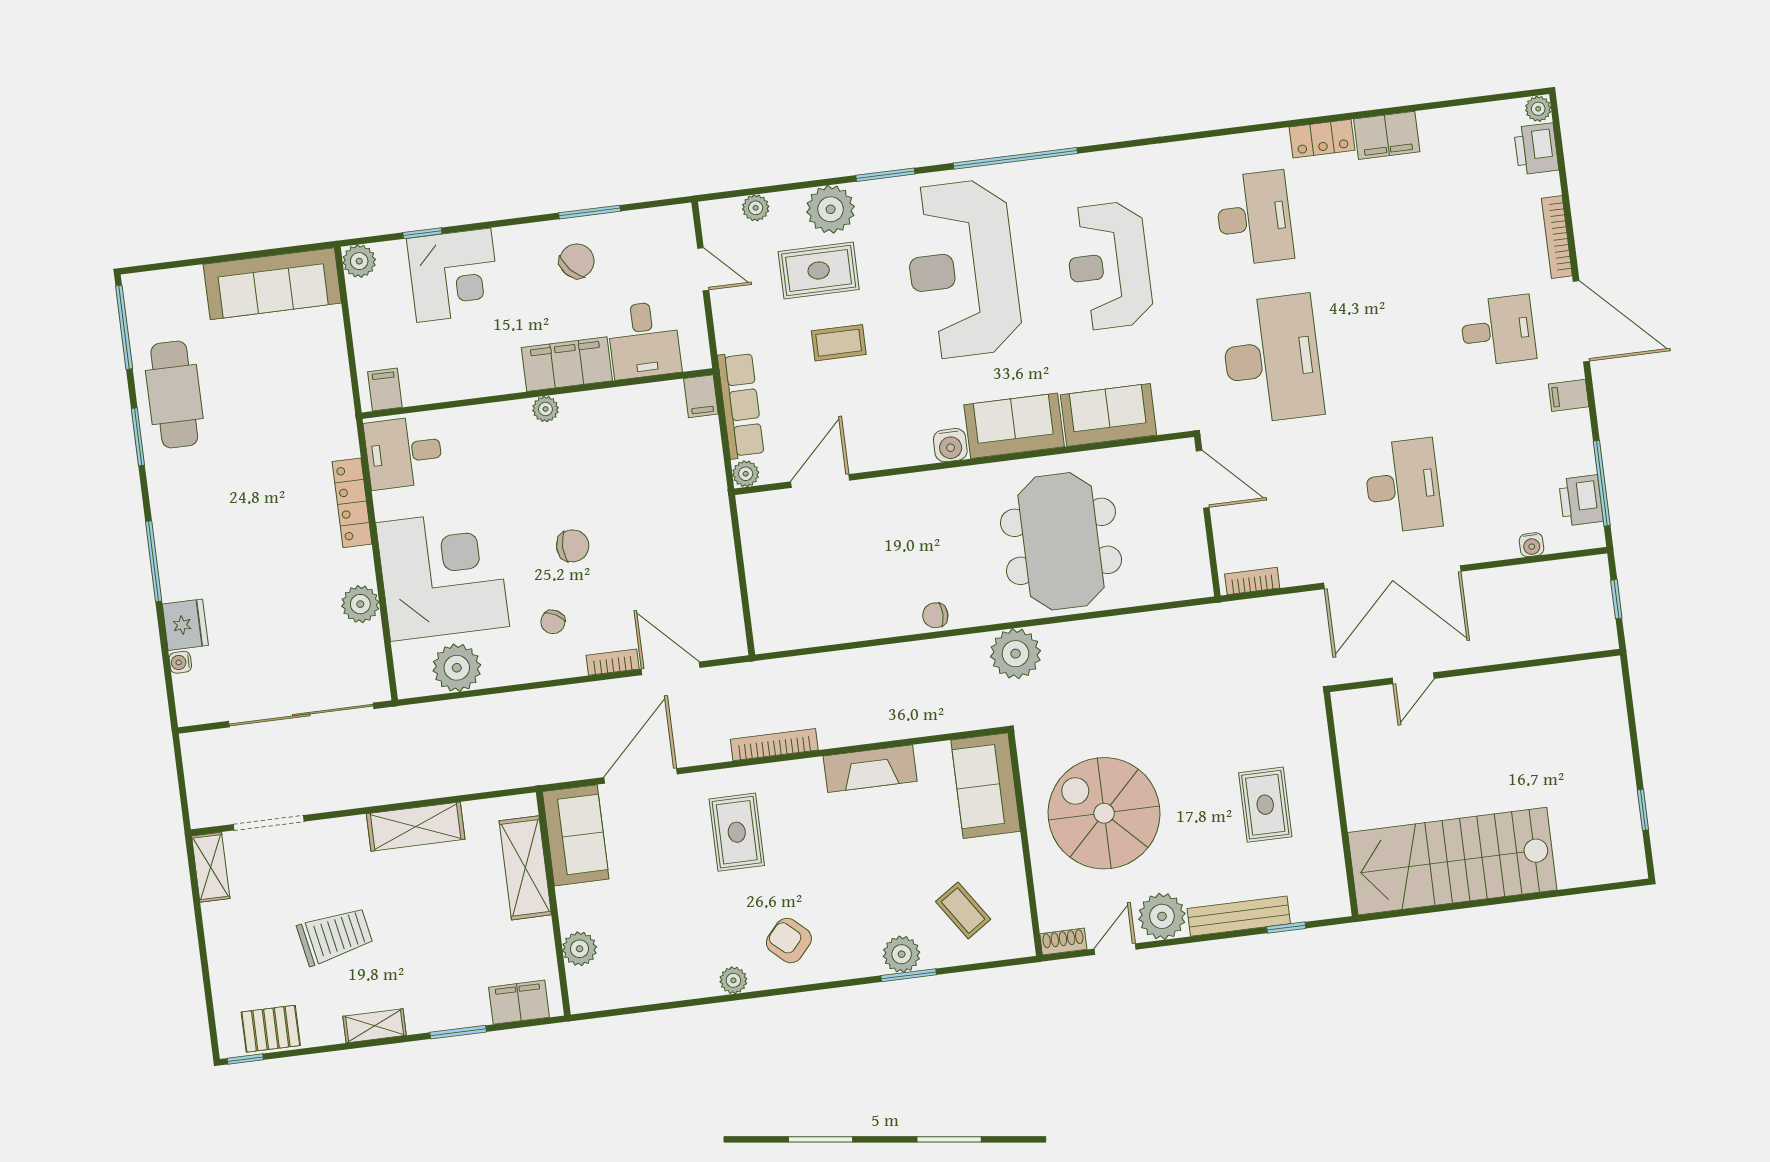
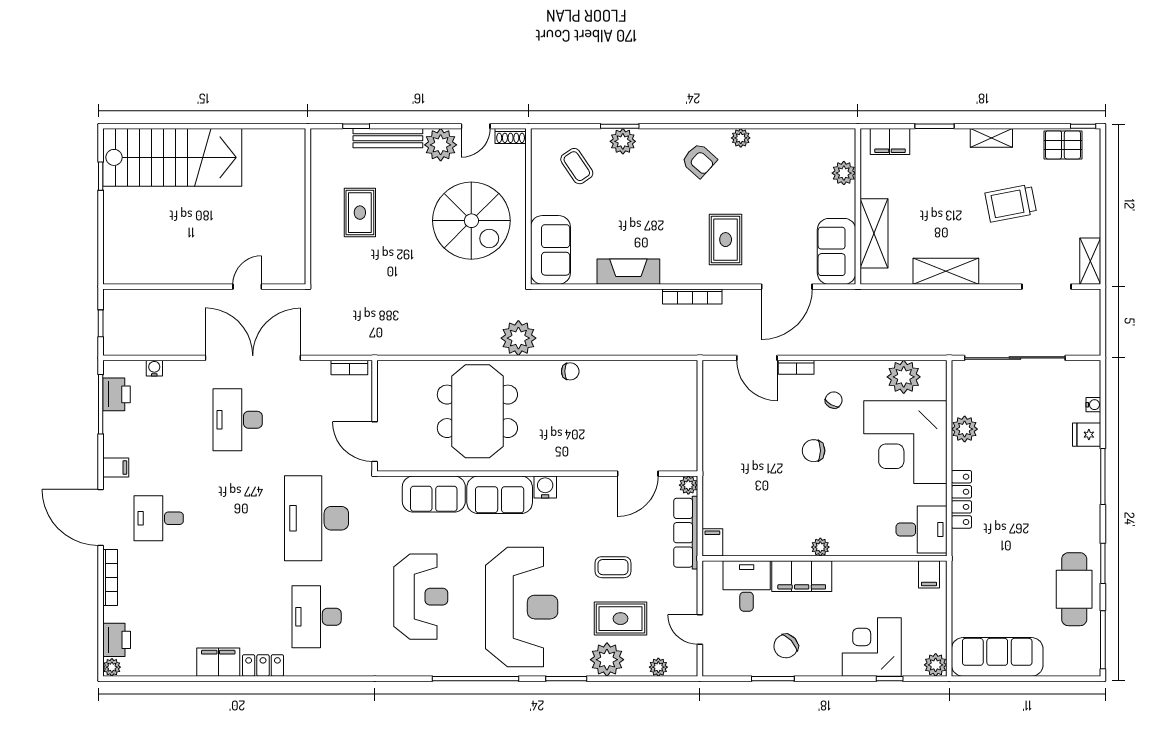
fridge: (185, 625) -> (1087, 435), width x0.72
stairs: (1452, 861) -> (172, 157), moved

